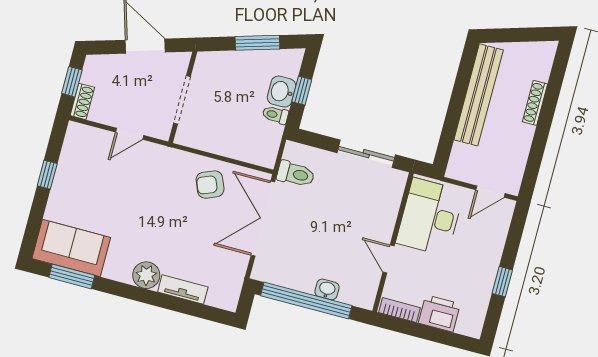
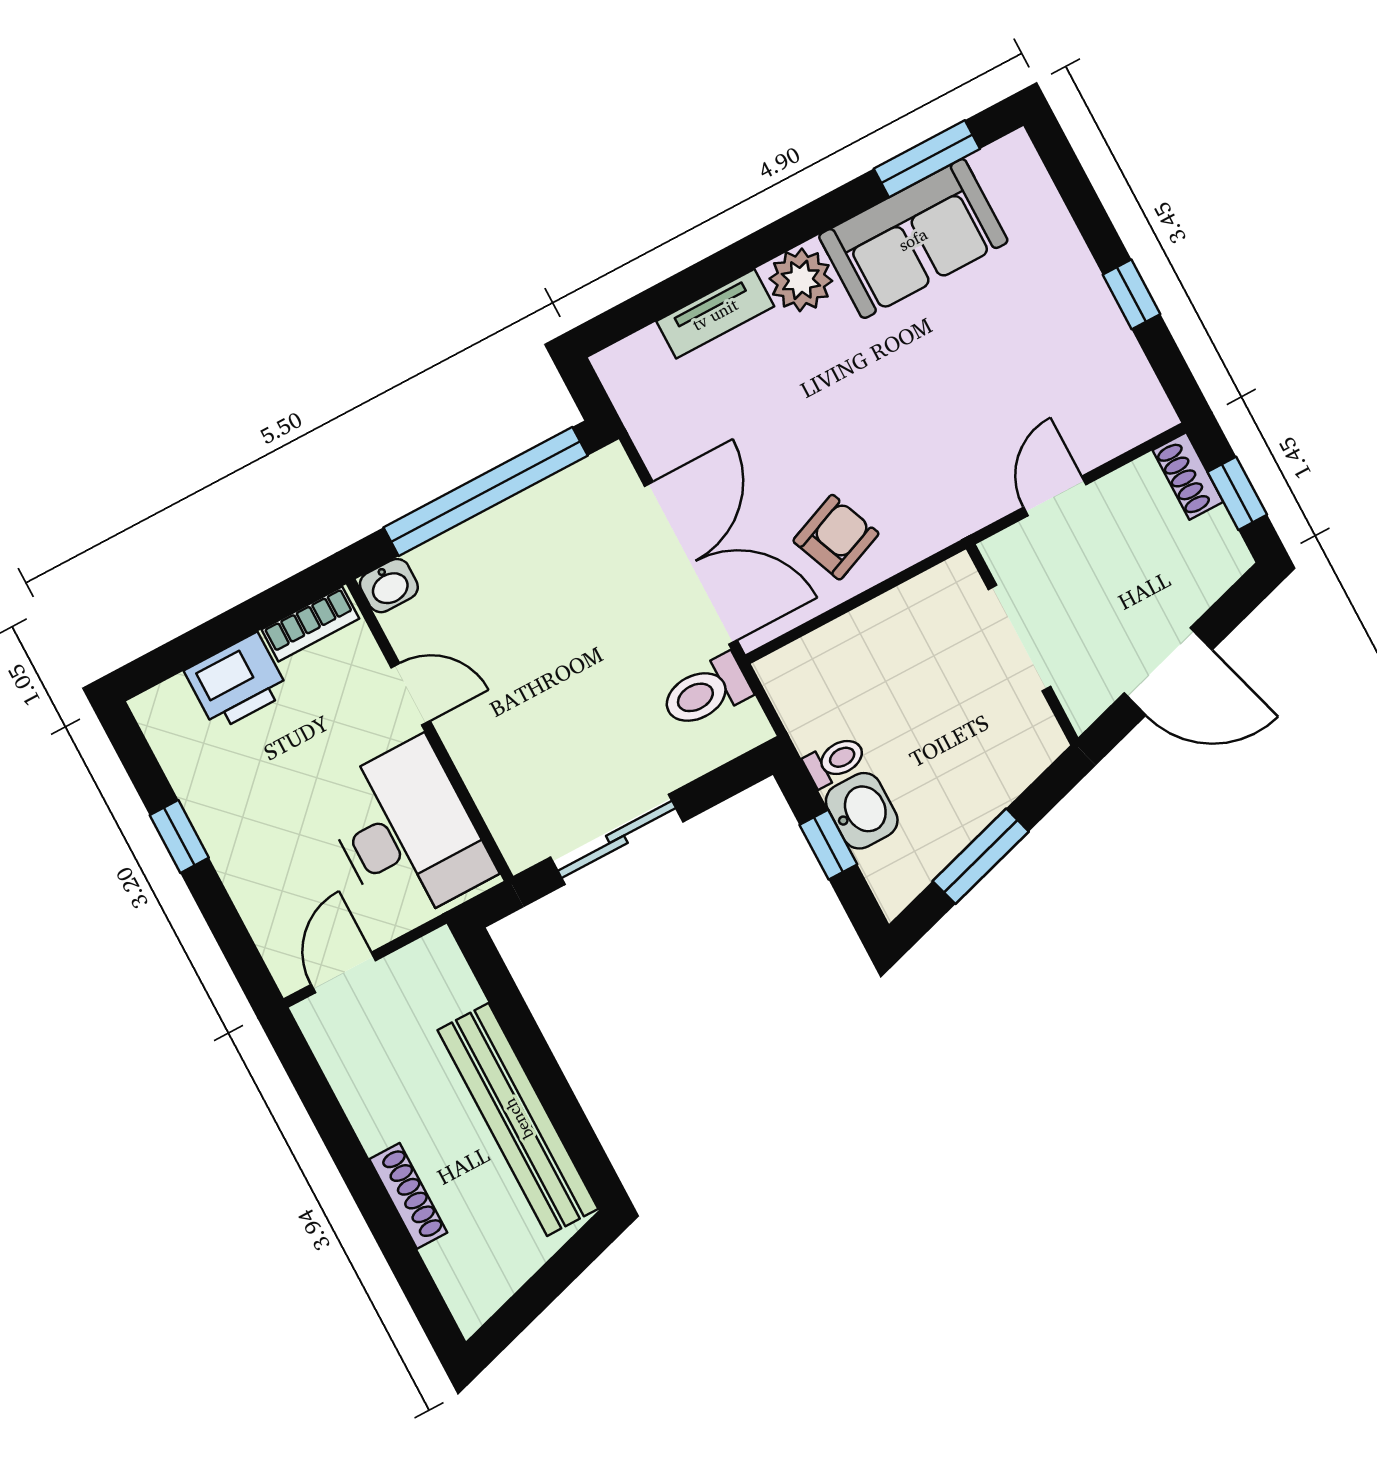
sofa: (71, 248) -> (913, 239), moved
washbasin: (327, 289) -> (389, 586), moved

